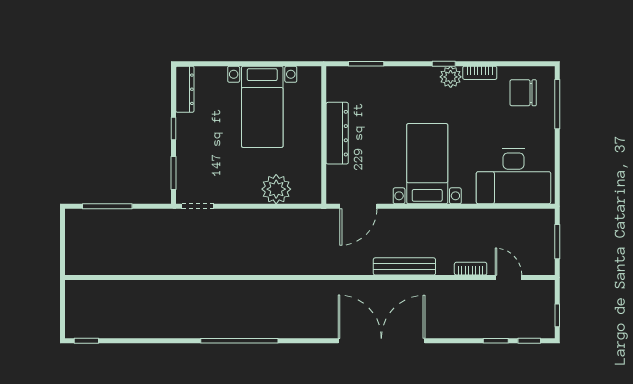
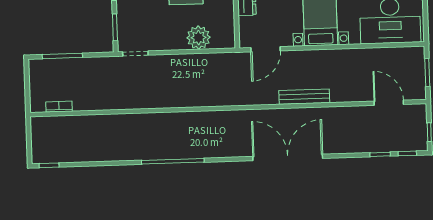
bookcase: (471, 269) -> (59, 107), moved
door: (508, 277) -> (389, 103), width x1.37

